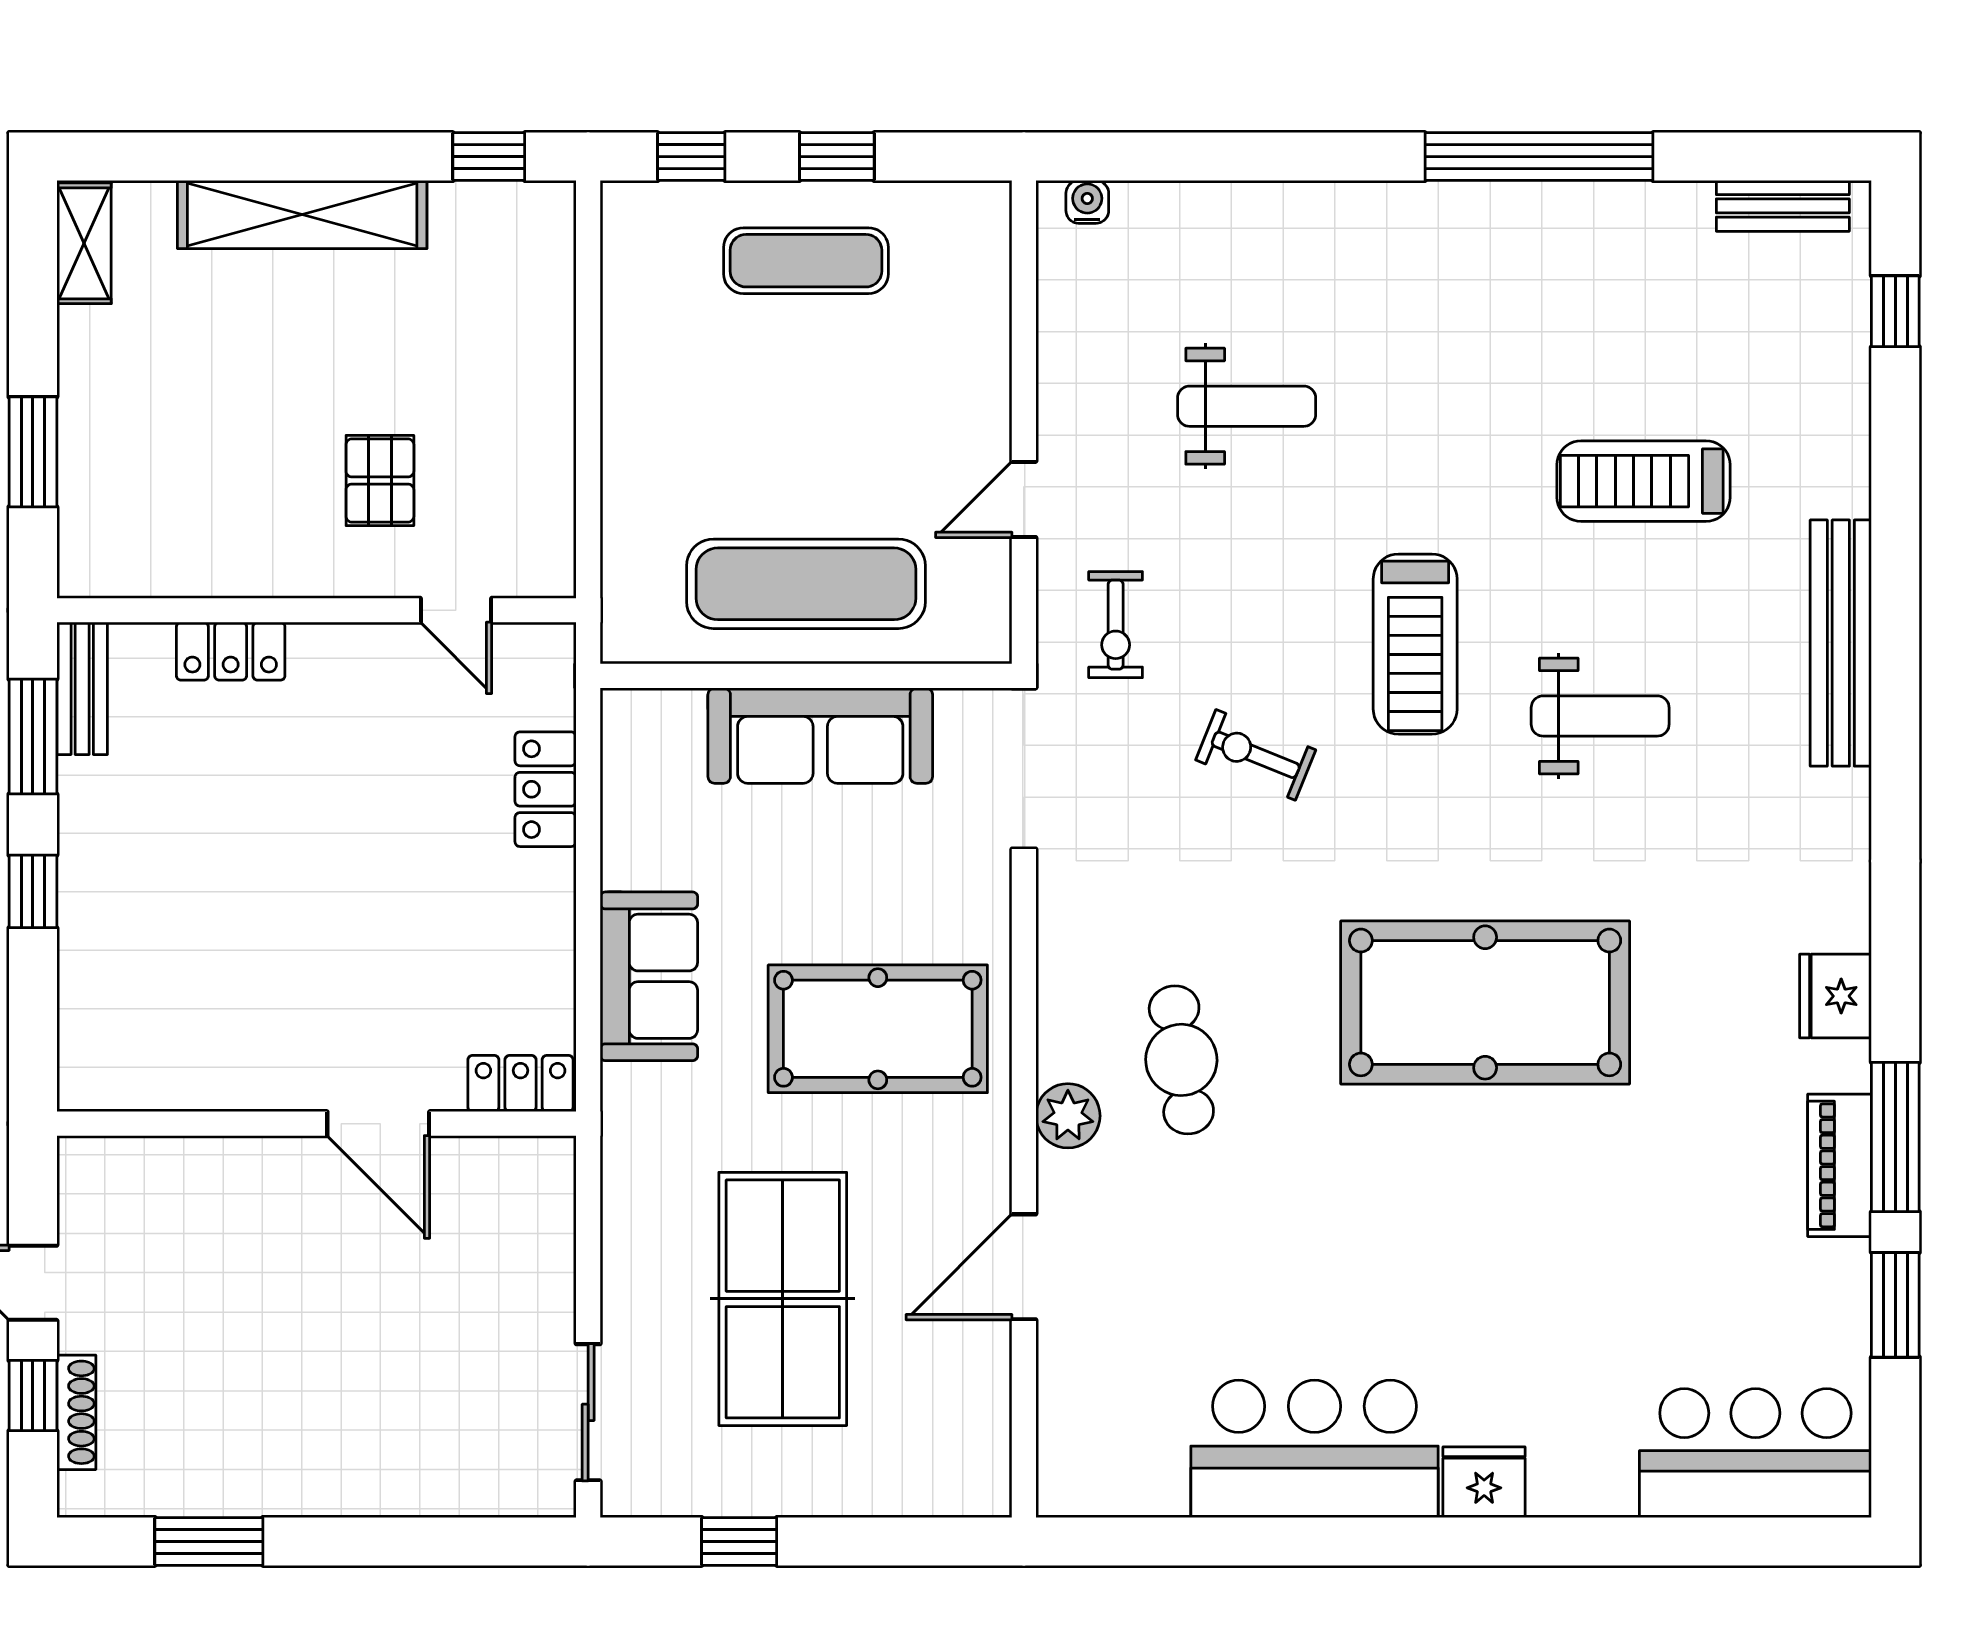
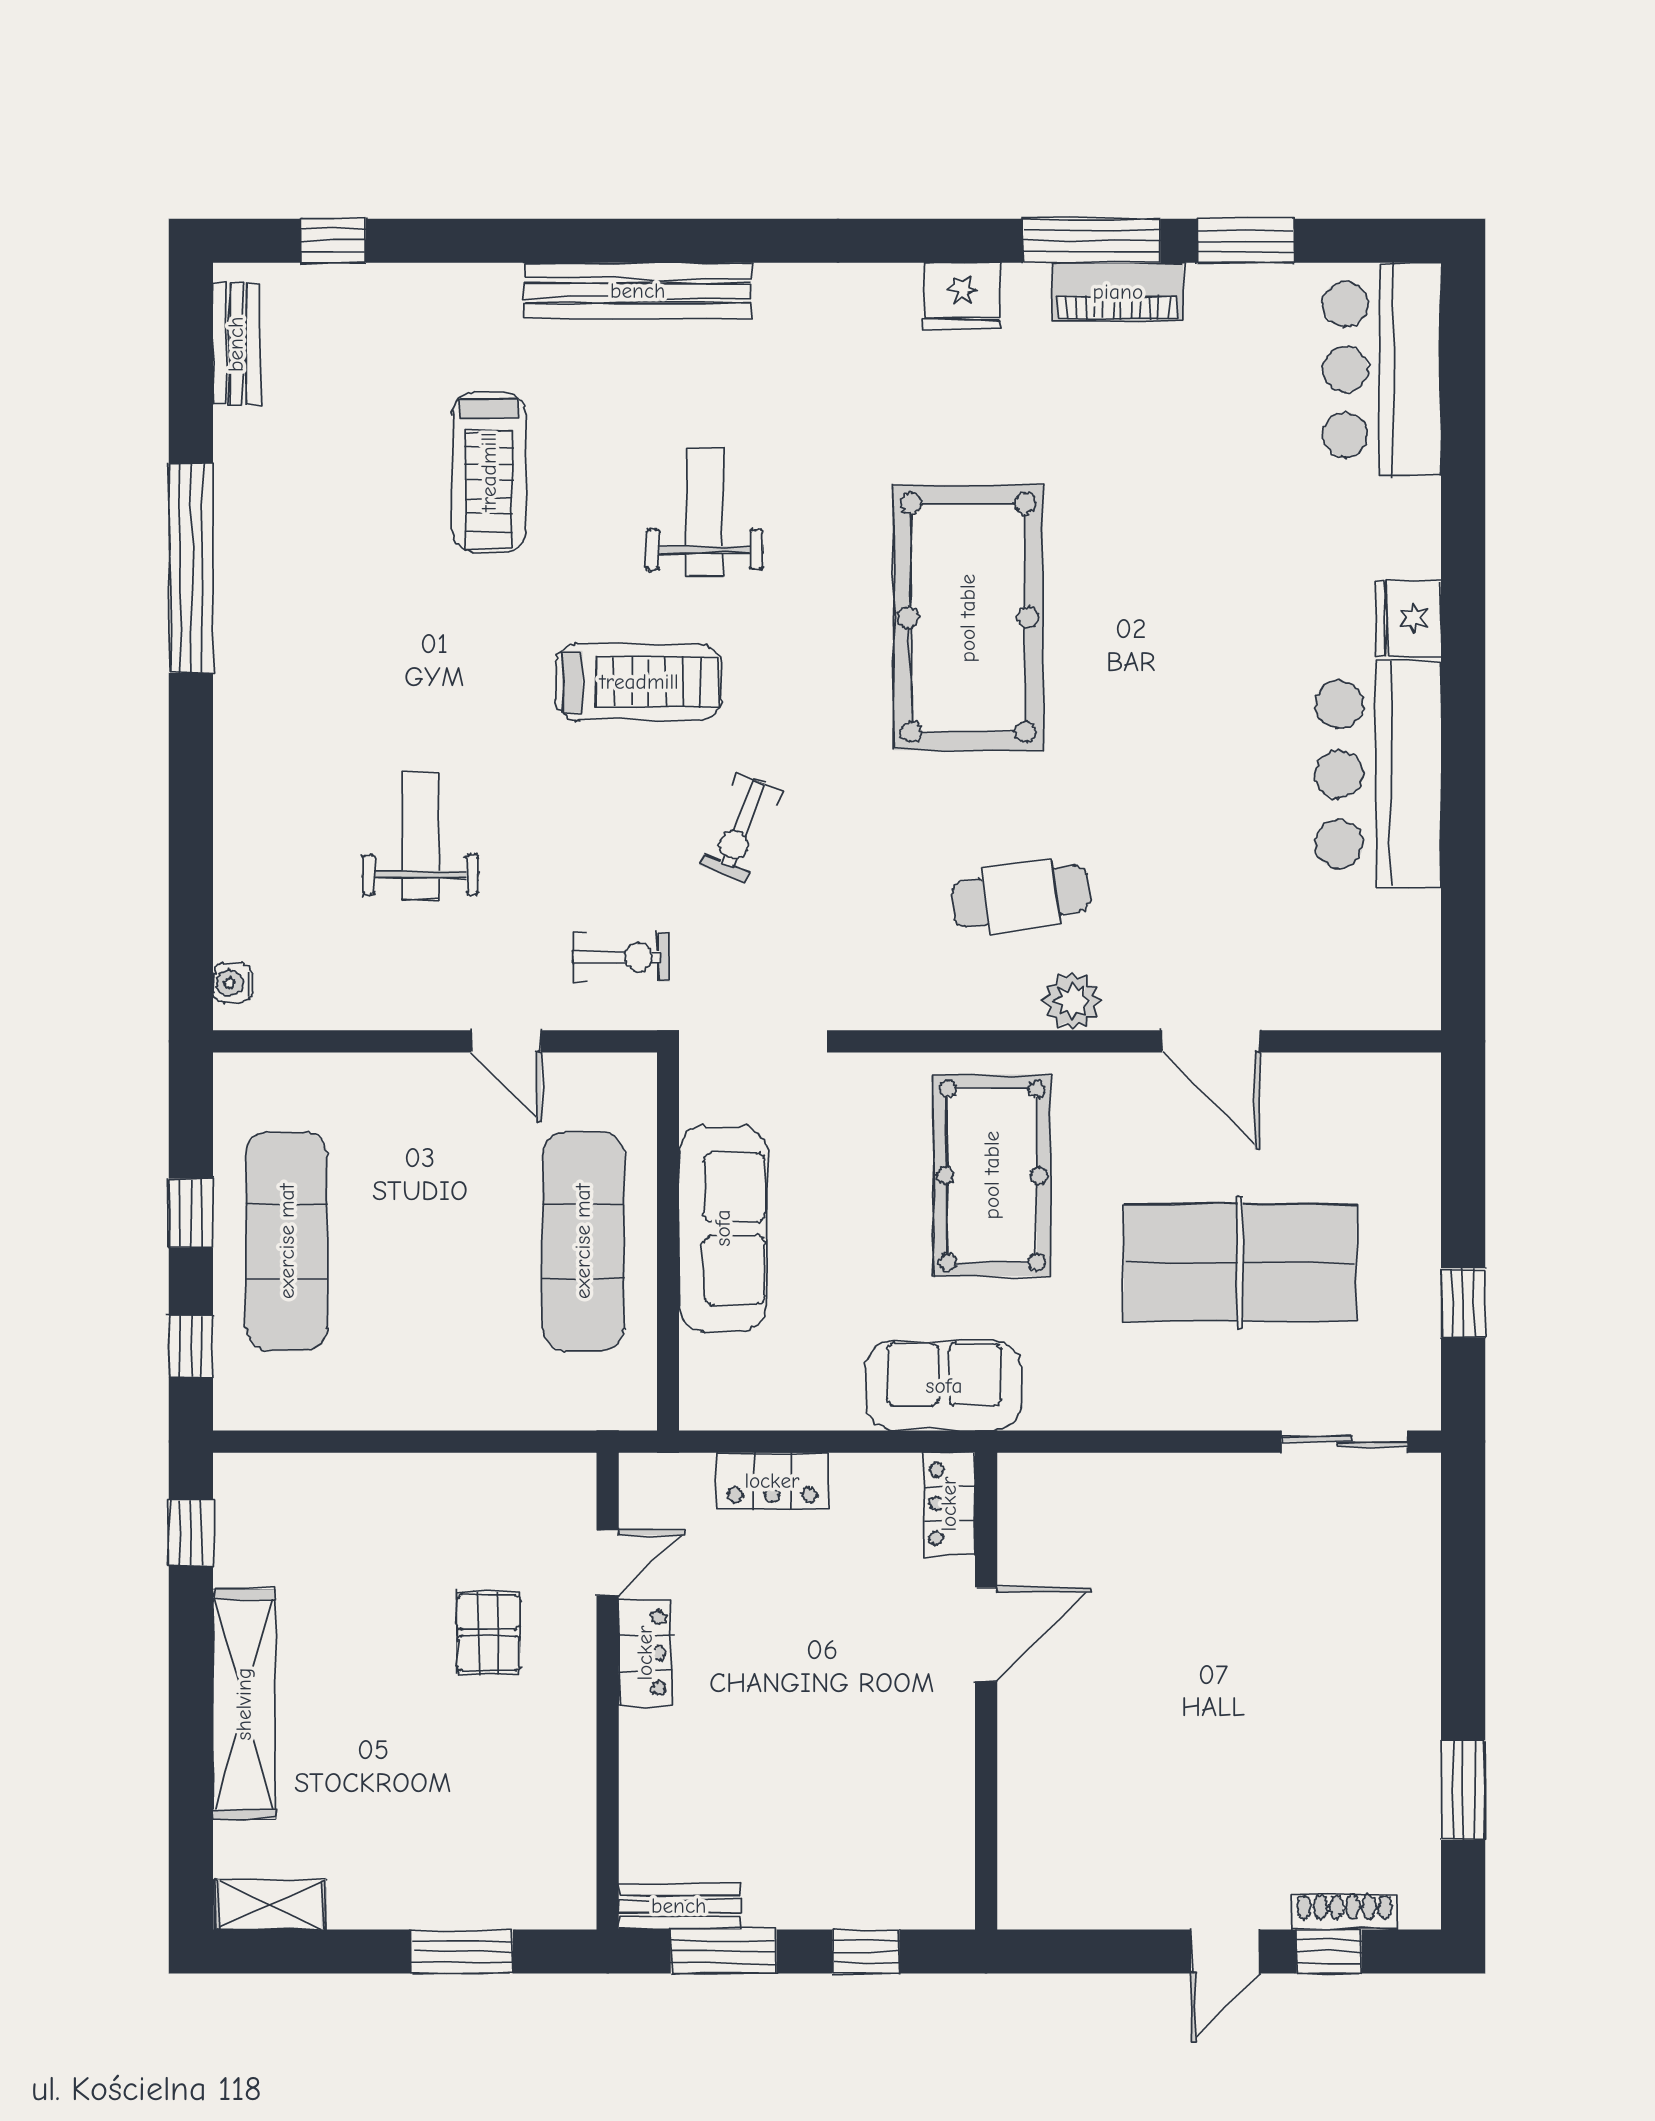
exercise mat: (806, 261) -> (287, 1241), width x1.36, depth x1.45
pallet: (380, 480) -> (488, 1633), turned 90
locker: (231, 651) -> (645, 1653), moved
locker: (520, 1084) -> (949, 1504), moved
wall: (317, 1124) -> (986, 1691), moved
door: (378, 1124) -> (986, 1634), moved

